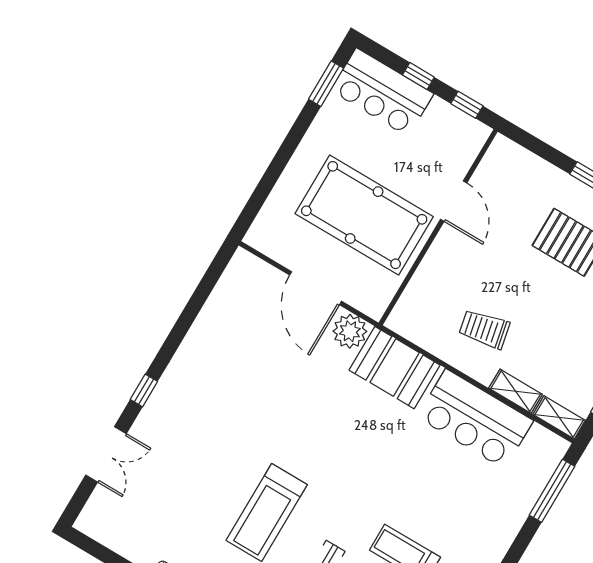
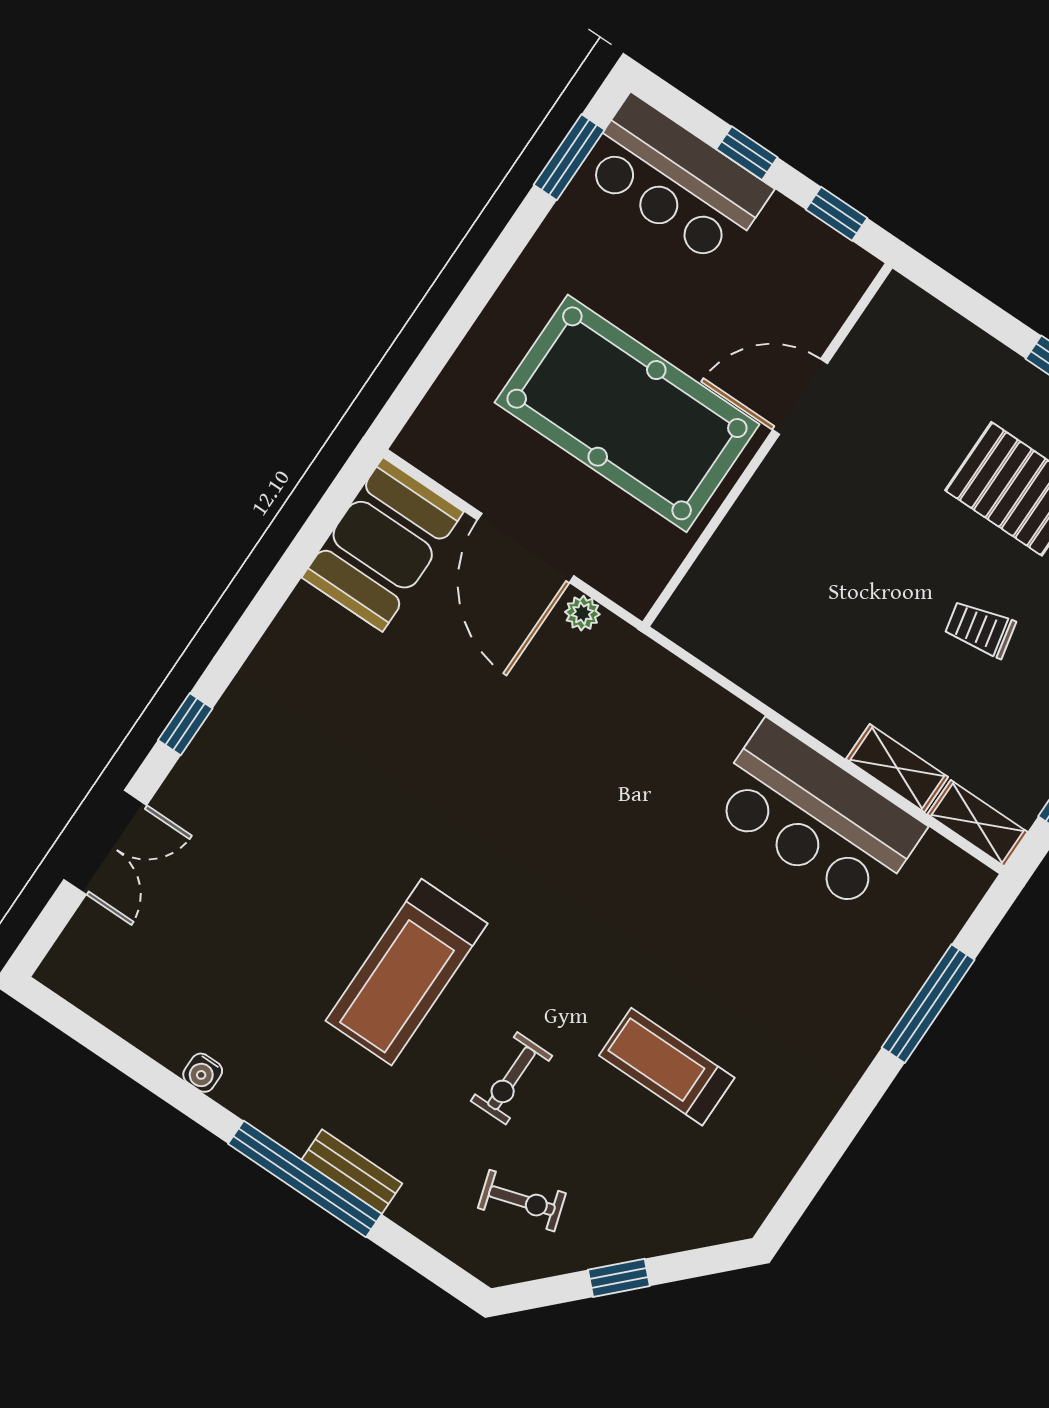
door: (454, 201) -> (800, 397), swing flipped
trolley: (484, 329) -> (980, 629), moved, width x0.73, depth x0.72
plant: (350, 331) -> (582, 613), width x0.53, depth x0.53
booth: (395, 368) -> (383, 545), moved, turned 90
window: (552, 491) -> (928, 1004), moved

